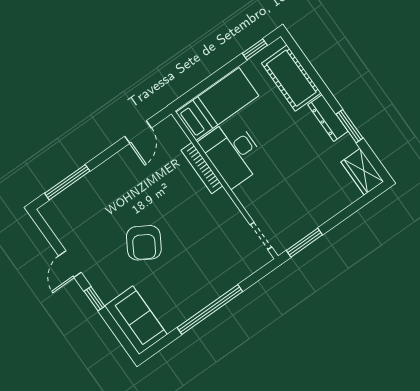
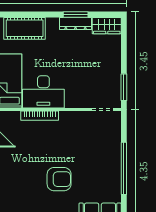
dresser: (328, 118) -> (76, 23), moved
armchair: (144, 243) -> (59, 179), turned -31

